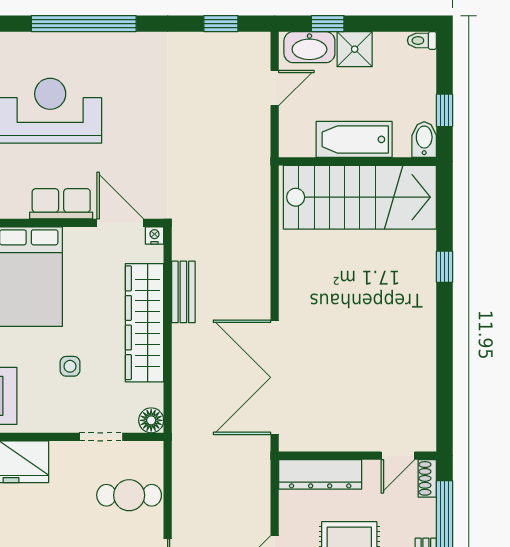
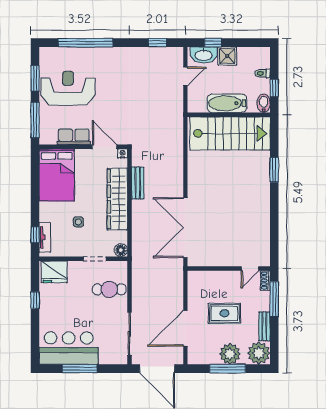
toilet: (422, 40) -> (262, 73), moved
window: (445, 267) -> (274, 170), width x1.50
dresser: (320, 474) -> (209, 278), removed

